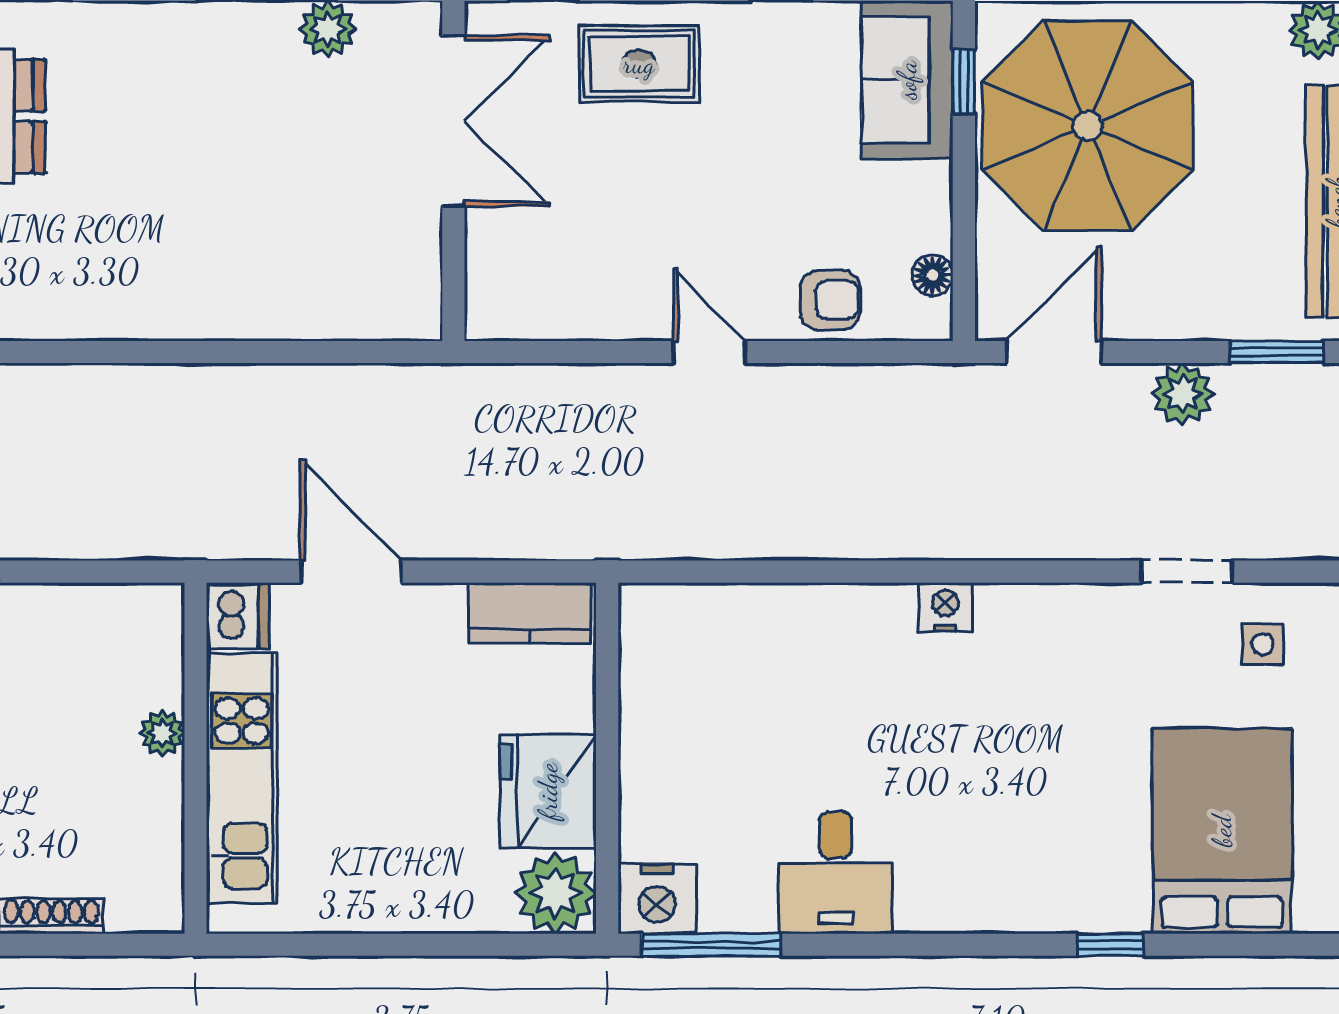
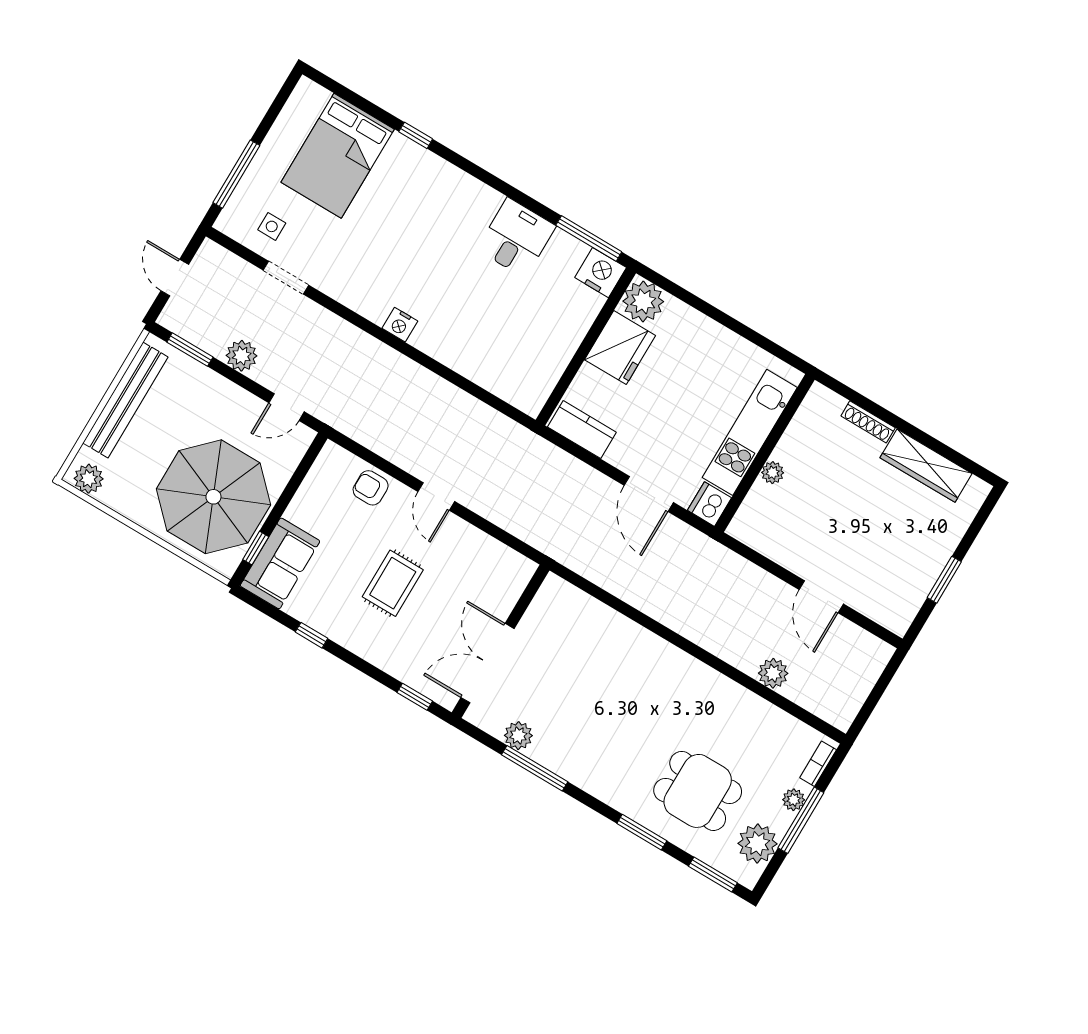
rug: (639, 64) -> (393, 583), moved, turned 90
floor lamp: (932, 275) -> (320, 472), removed
door: (1054, 352) -> (287, 407), width x0.73

